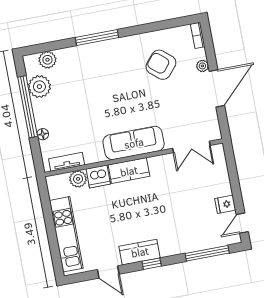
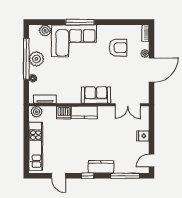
armchair: (161, 65) -> (118, 48), turned 140
corner sofa: (93, 67) -> (74, 41), added
plant: (39, 87) -> (36, 59), moved
sofa: (134, 143) -> (96, 95), width x0.73
plant: (78, 179) -> (36, 112), moved
fridge: (225, 204) -> (143, 136), moved
kitchen counter: (140, 252) -> (101, 167), moved

